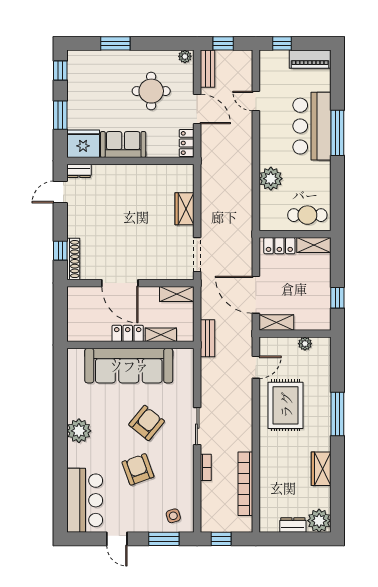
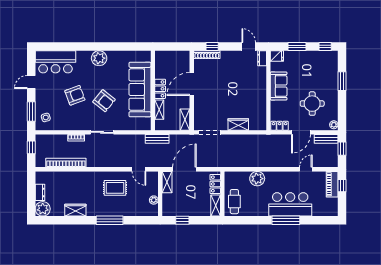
piano: (310, 59) -> (332, 184), moved
fridge: (83, 144) -> (277, 56), width x0.53, depth x0.75
rug: (286, 405) -> (115, 188), width x0.73, depth x0.70

